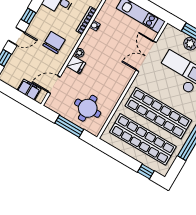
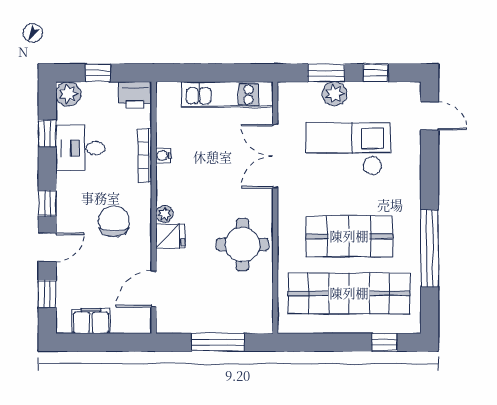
filing cabinet: (29, 90) -> (91, 321), moved
round table: (88, 108) -> (242, 245), moved
shop shelf: (158, 113) -> (349, 236), width x0.71

